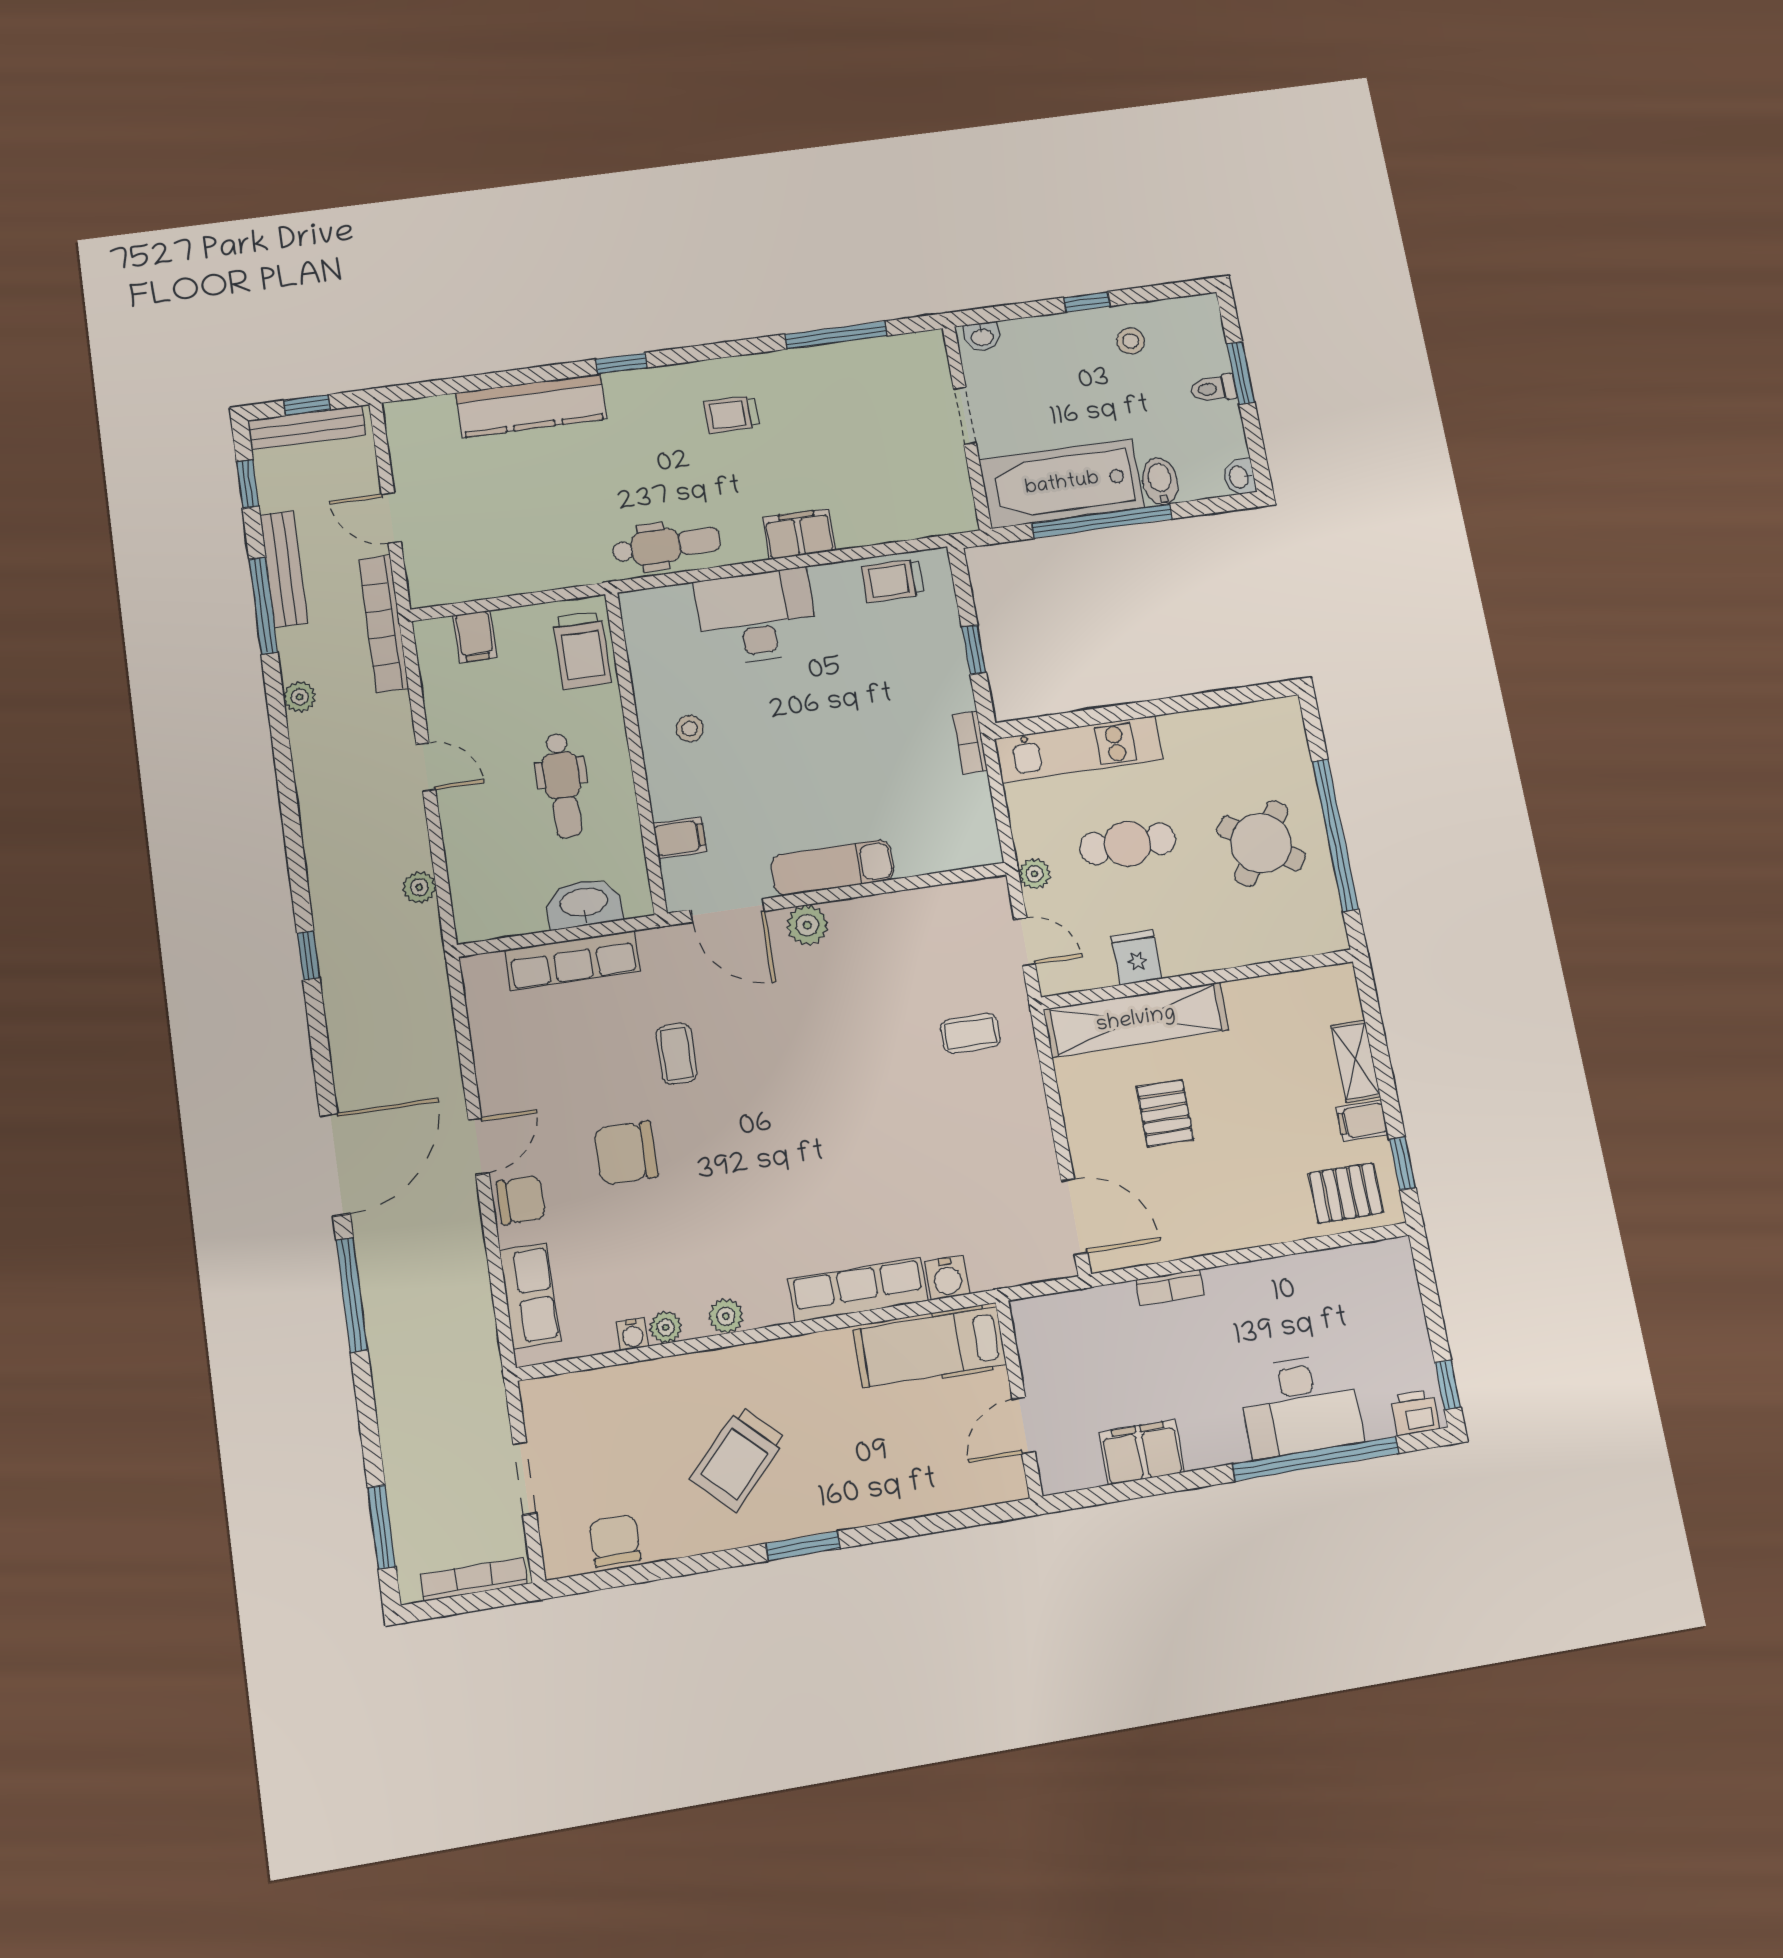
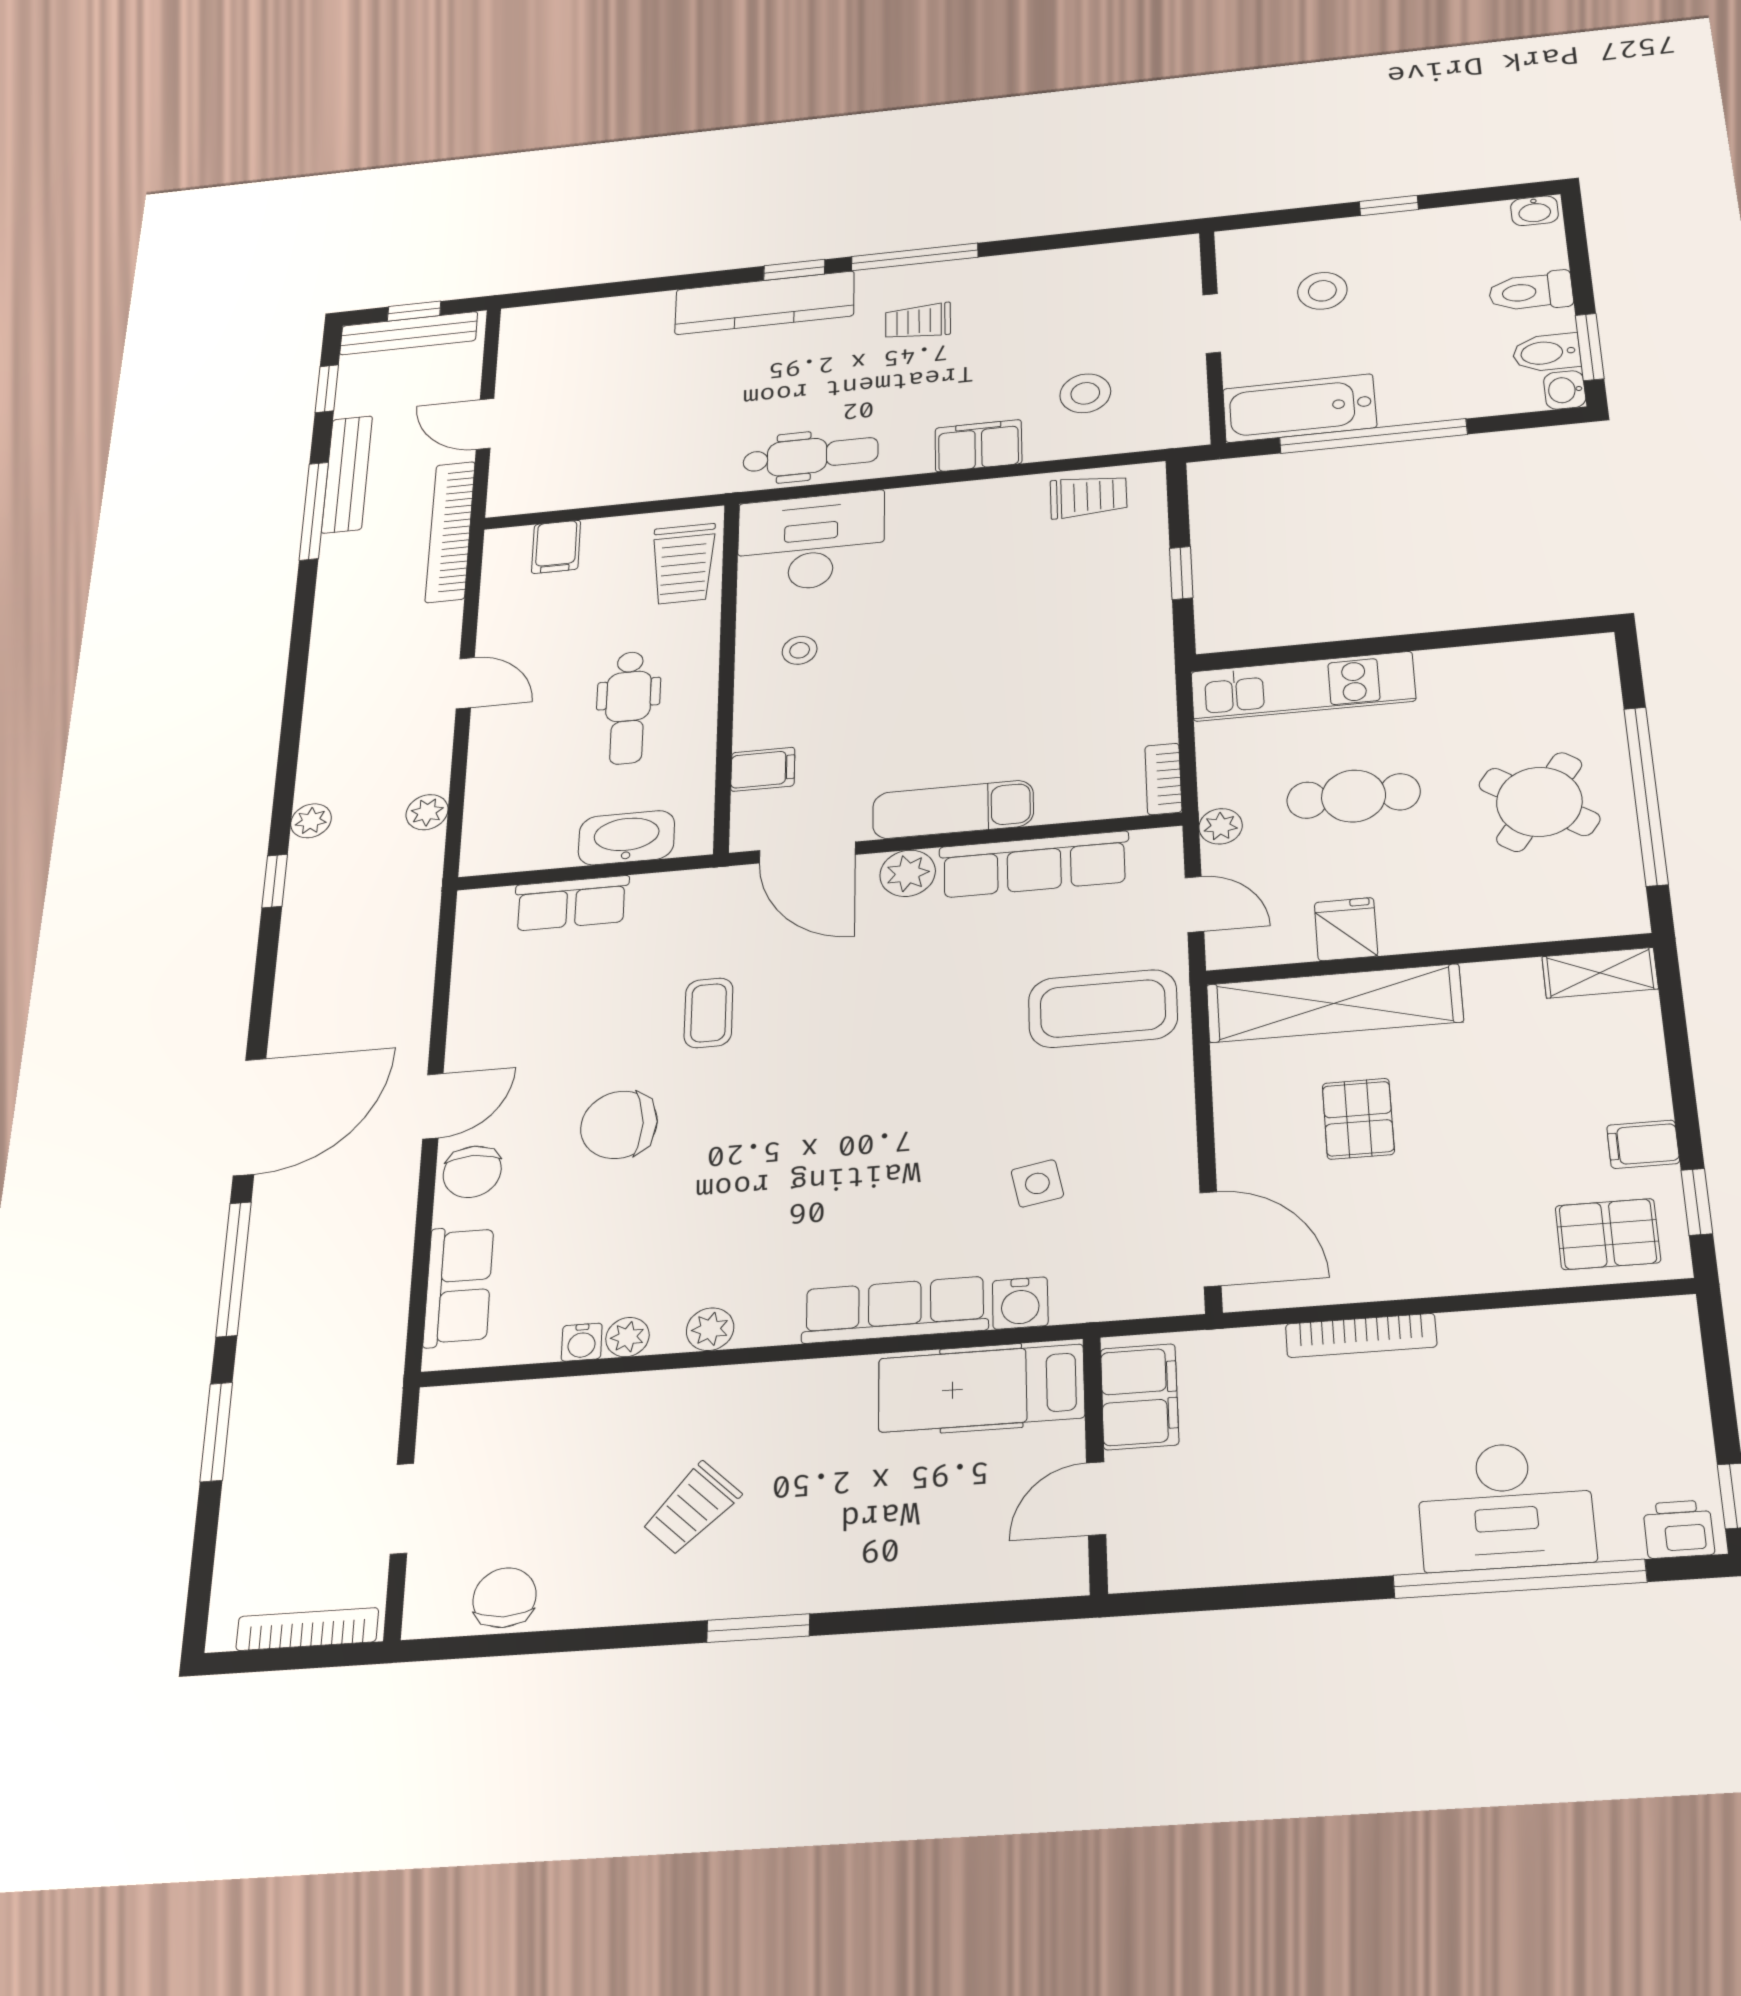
window: (836, 335) -> (915, 257), moved
washbasin: (982, 336) -> (1535, 211), moved
stool: (1131, 341) -> (1322, 291), moved, width x1.37, depth x1.37
window: (1241, 373) -> (1590, 347), moved
toilet: (1214, 389) -> (1531, 292), width x1.37, depth x1.39
kitchen counter: (531, 406) -> (765, 303), moved
bidet: (1160, 481) -> (1546, 353), moved, turned -90
stool: (876, 483) -> (1085, 393), added
bathtub: (1062, 484) -> (1299, 408), width x0.73, depth x0.73
trolley: (893, 580) -> (1089, 496), turned 180
desk: (757, 617) -> (811, 542), moved
plant: (300, 697) -> (311, 821), moved
bookcase: (970, 743) -> (1163, 779), moved
row of seats: (901, 913) -> (1034, 864), added
row of seats: (573, 961) -> (571, 903), width x0.68
coffee table: (970, 1033) -> (1103, 1009), width x1.86, depth x1.72
shelving: (1356, 1061) -> (1600, 973), moved, turned 90
side table: (945, 1181) -> (1037, 1183), added
chair: (521, 1200) -> (472, 1172), turned 90
bookcase: (1170, 1287) -> (1361, 1335), width x1.56
filing cabinet: (1142, 1452) -> (1139, 1397), moved, turned 90
trolley: (738, 1459) -> (691, 1508), width x0.73, depth x0.72
window: (382, 1527) -> (216, 1432), moved

